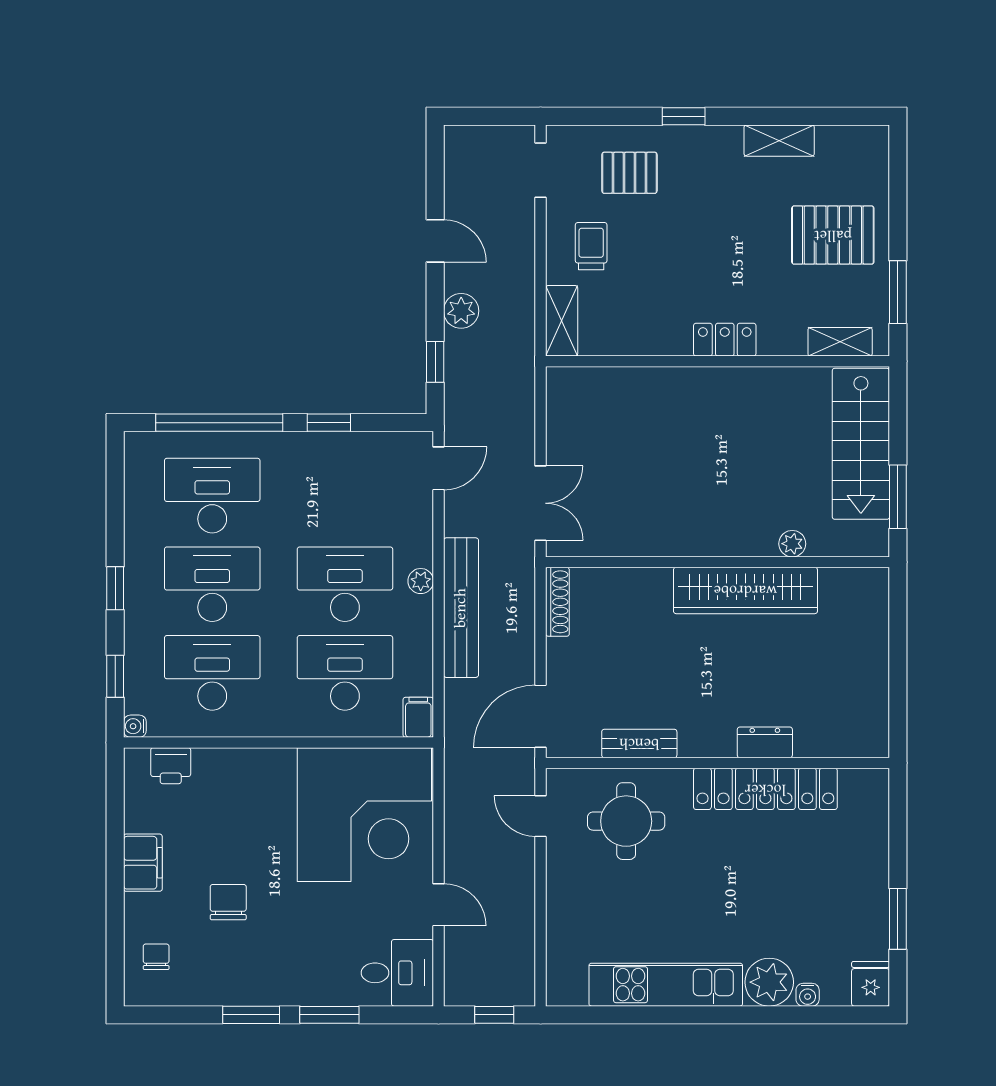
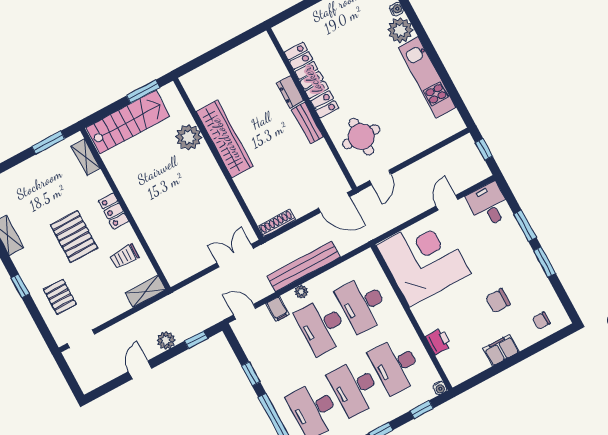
pallet: (833, 235) -> (74, 237), moved
trolley: (591, 246) -> (124, 256), moved
plant: (792, 544) -> (189, 137), width x1.88, depth x1.88
filing cabinet: (418, 717) -> (278, 309), moved, turned -90
bench: (639, 743) -> (308, 123), moved
printer: (171, 766) -> (438, 341), moved

